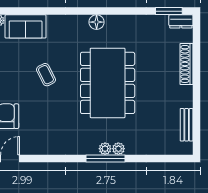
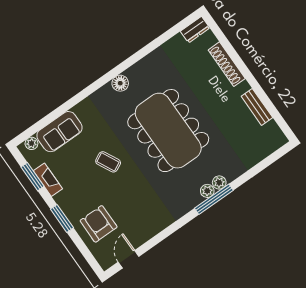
window: (169, 11) -> (178, 28), removed
bench: (187, 125) -> (257, 107), moved

